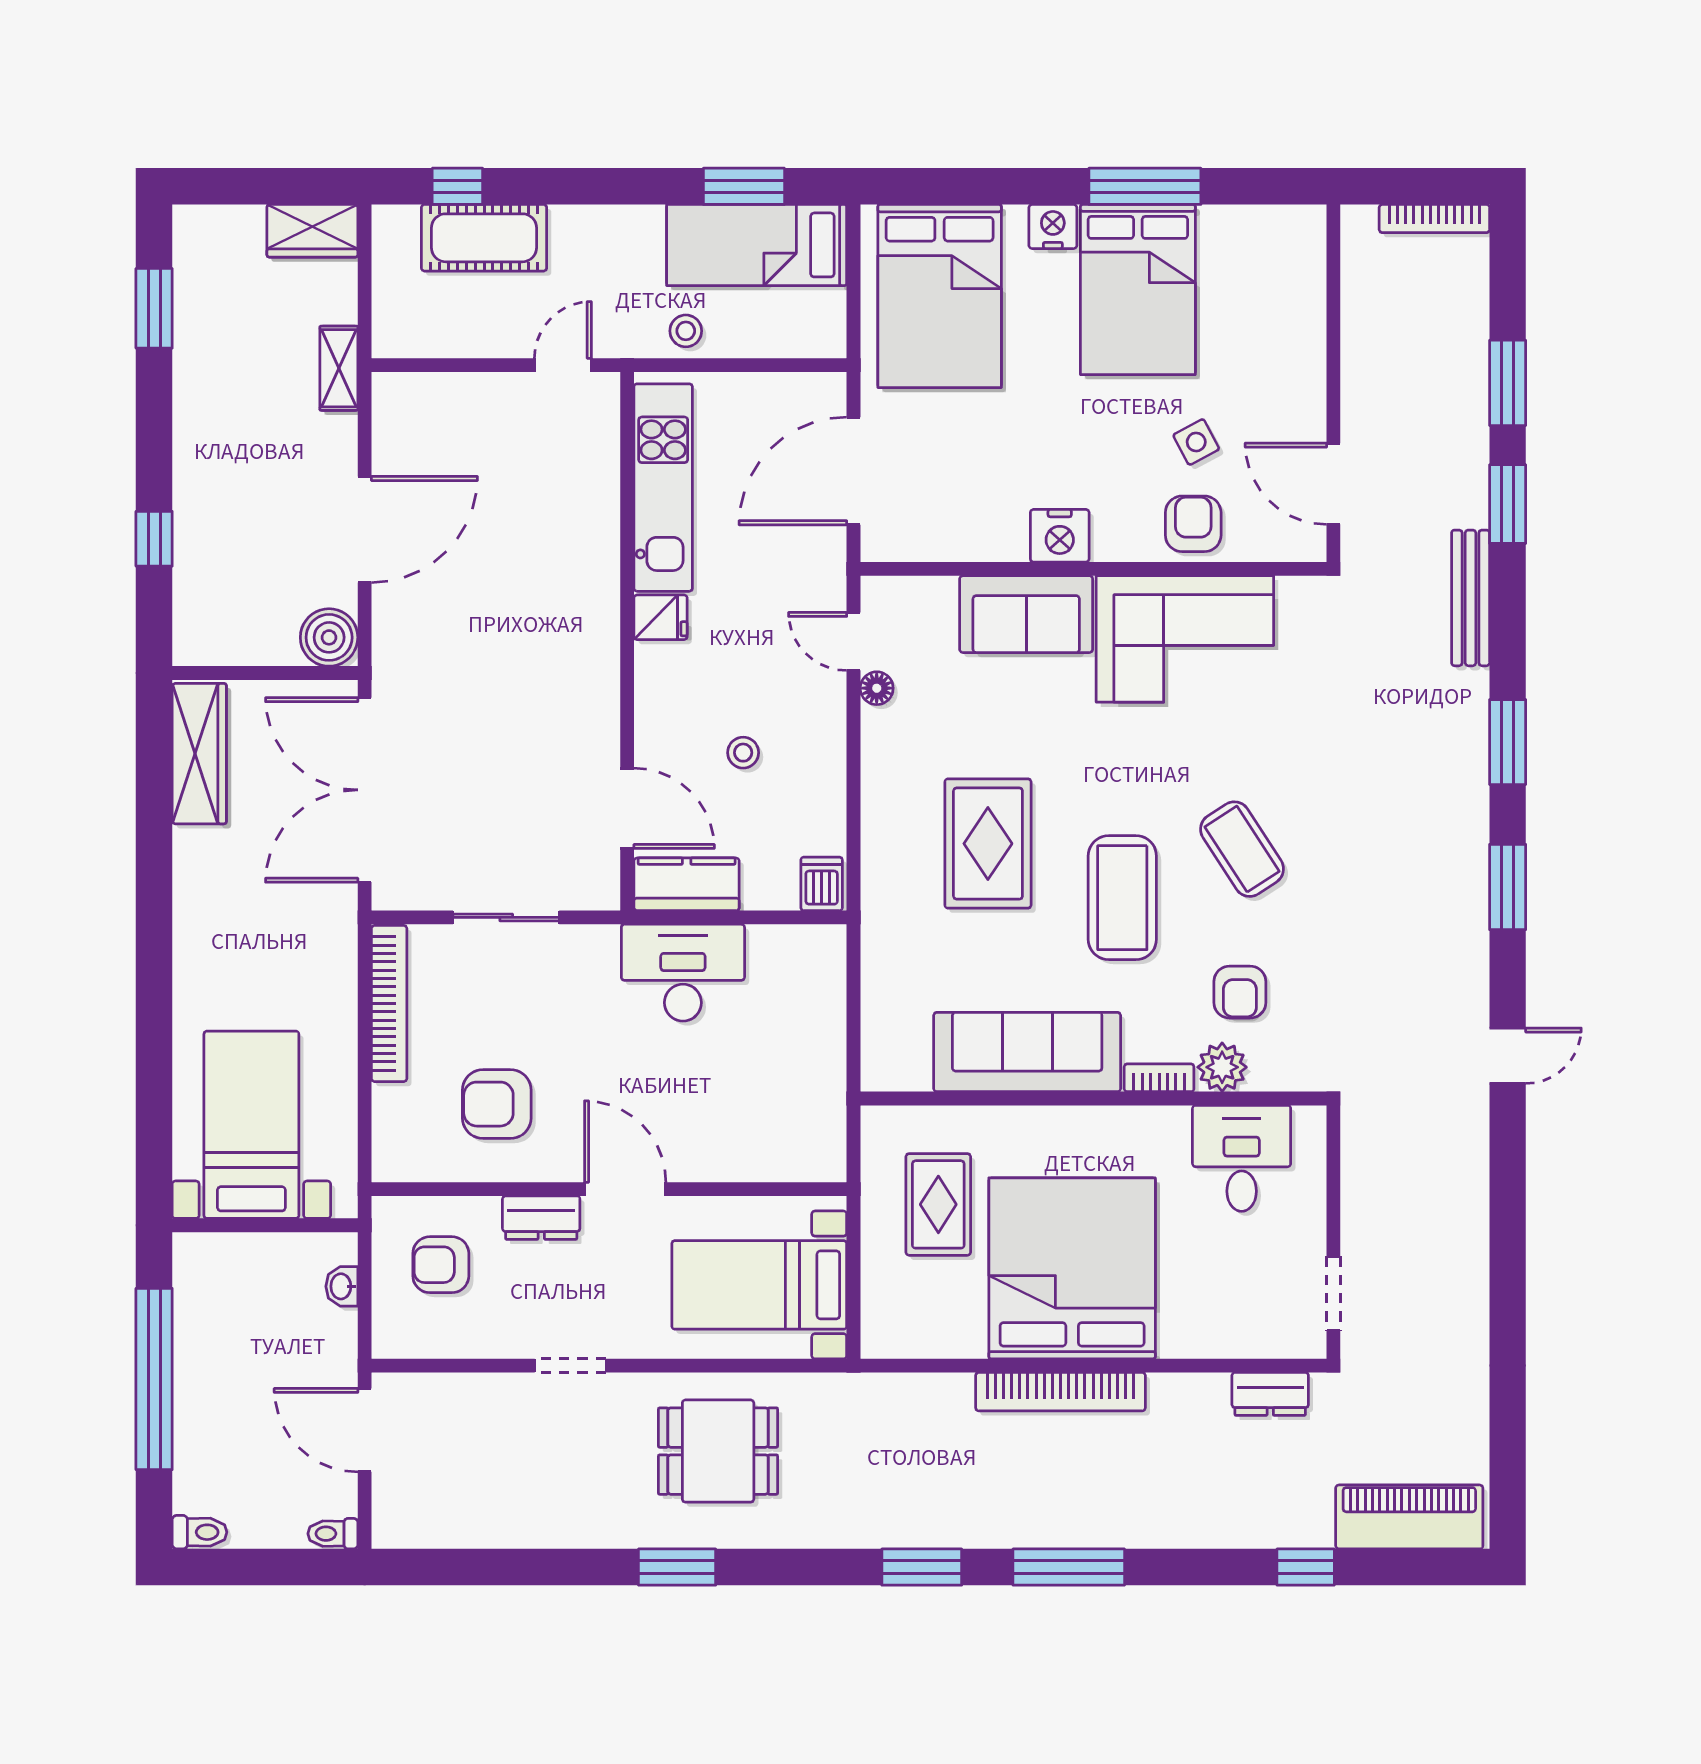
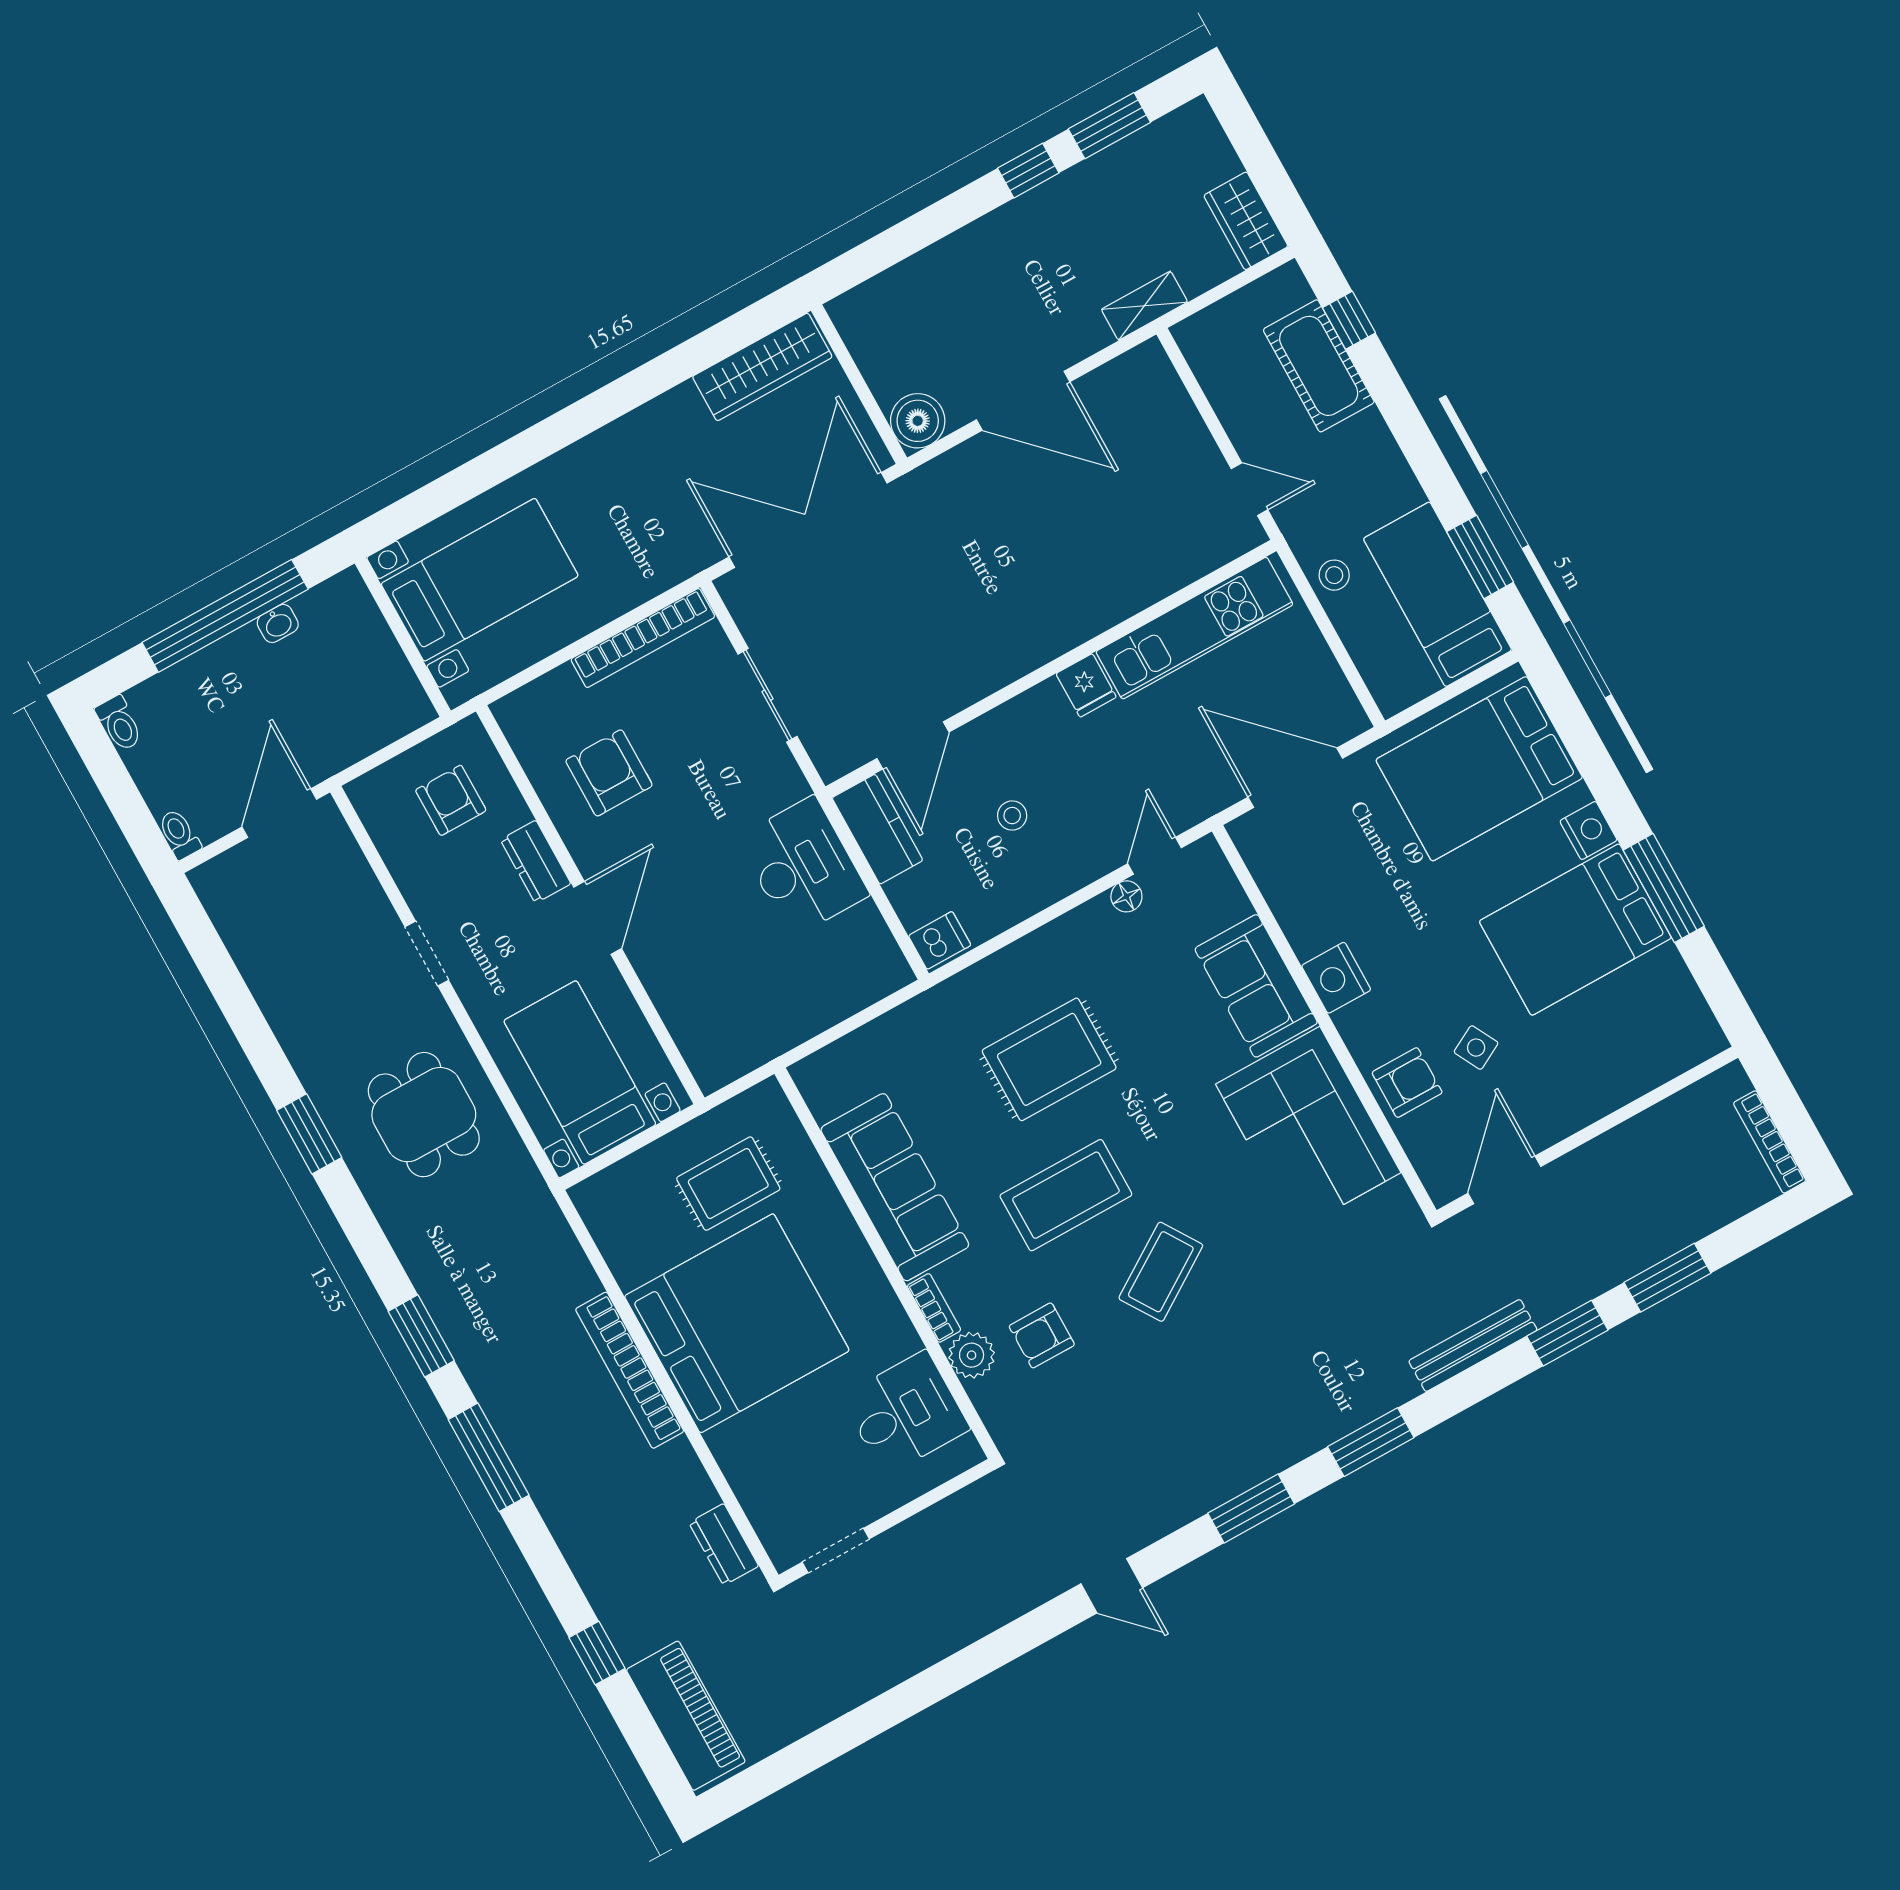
window: (154, 539) -> (1028, 171), moved
washbasin: (342, 1286) -> (278, 624), moved, turned 180

